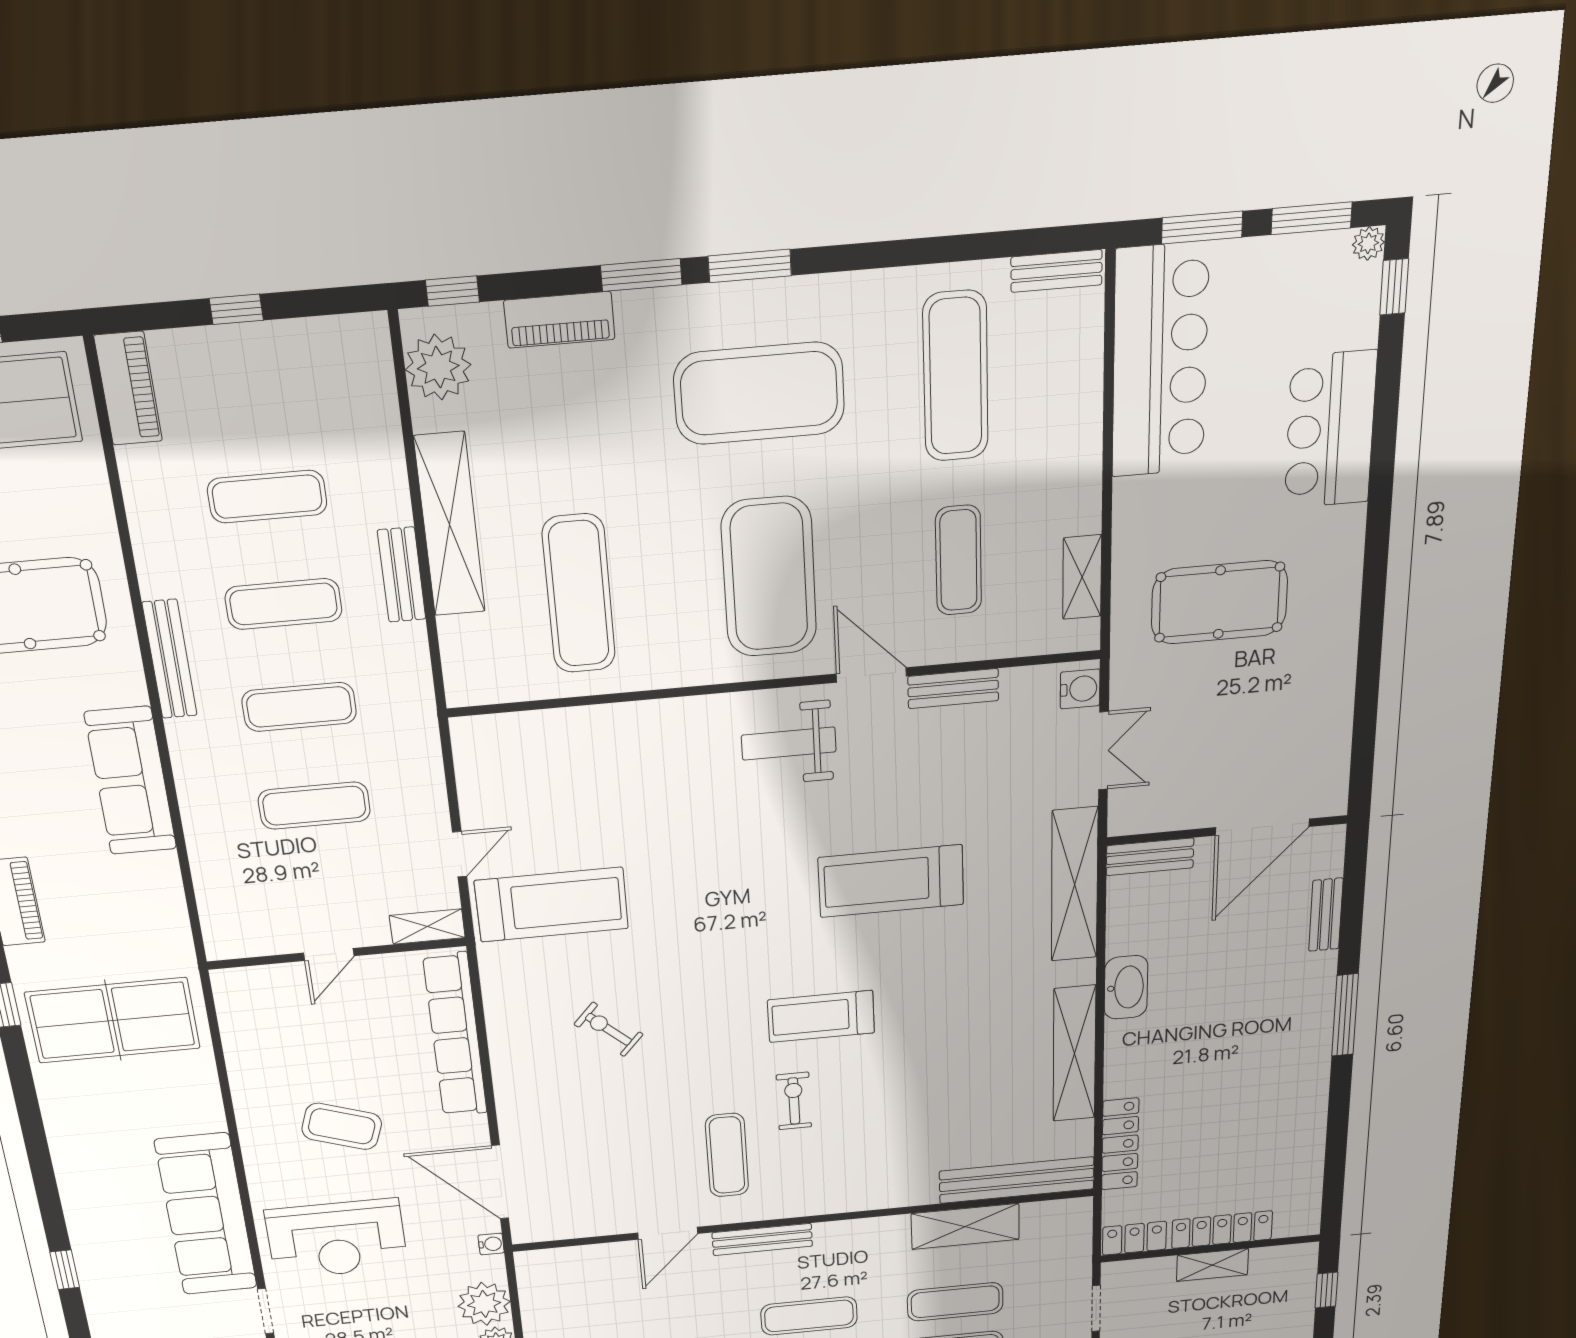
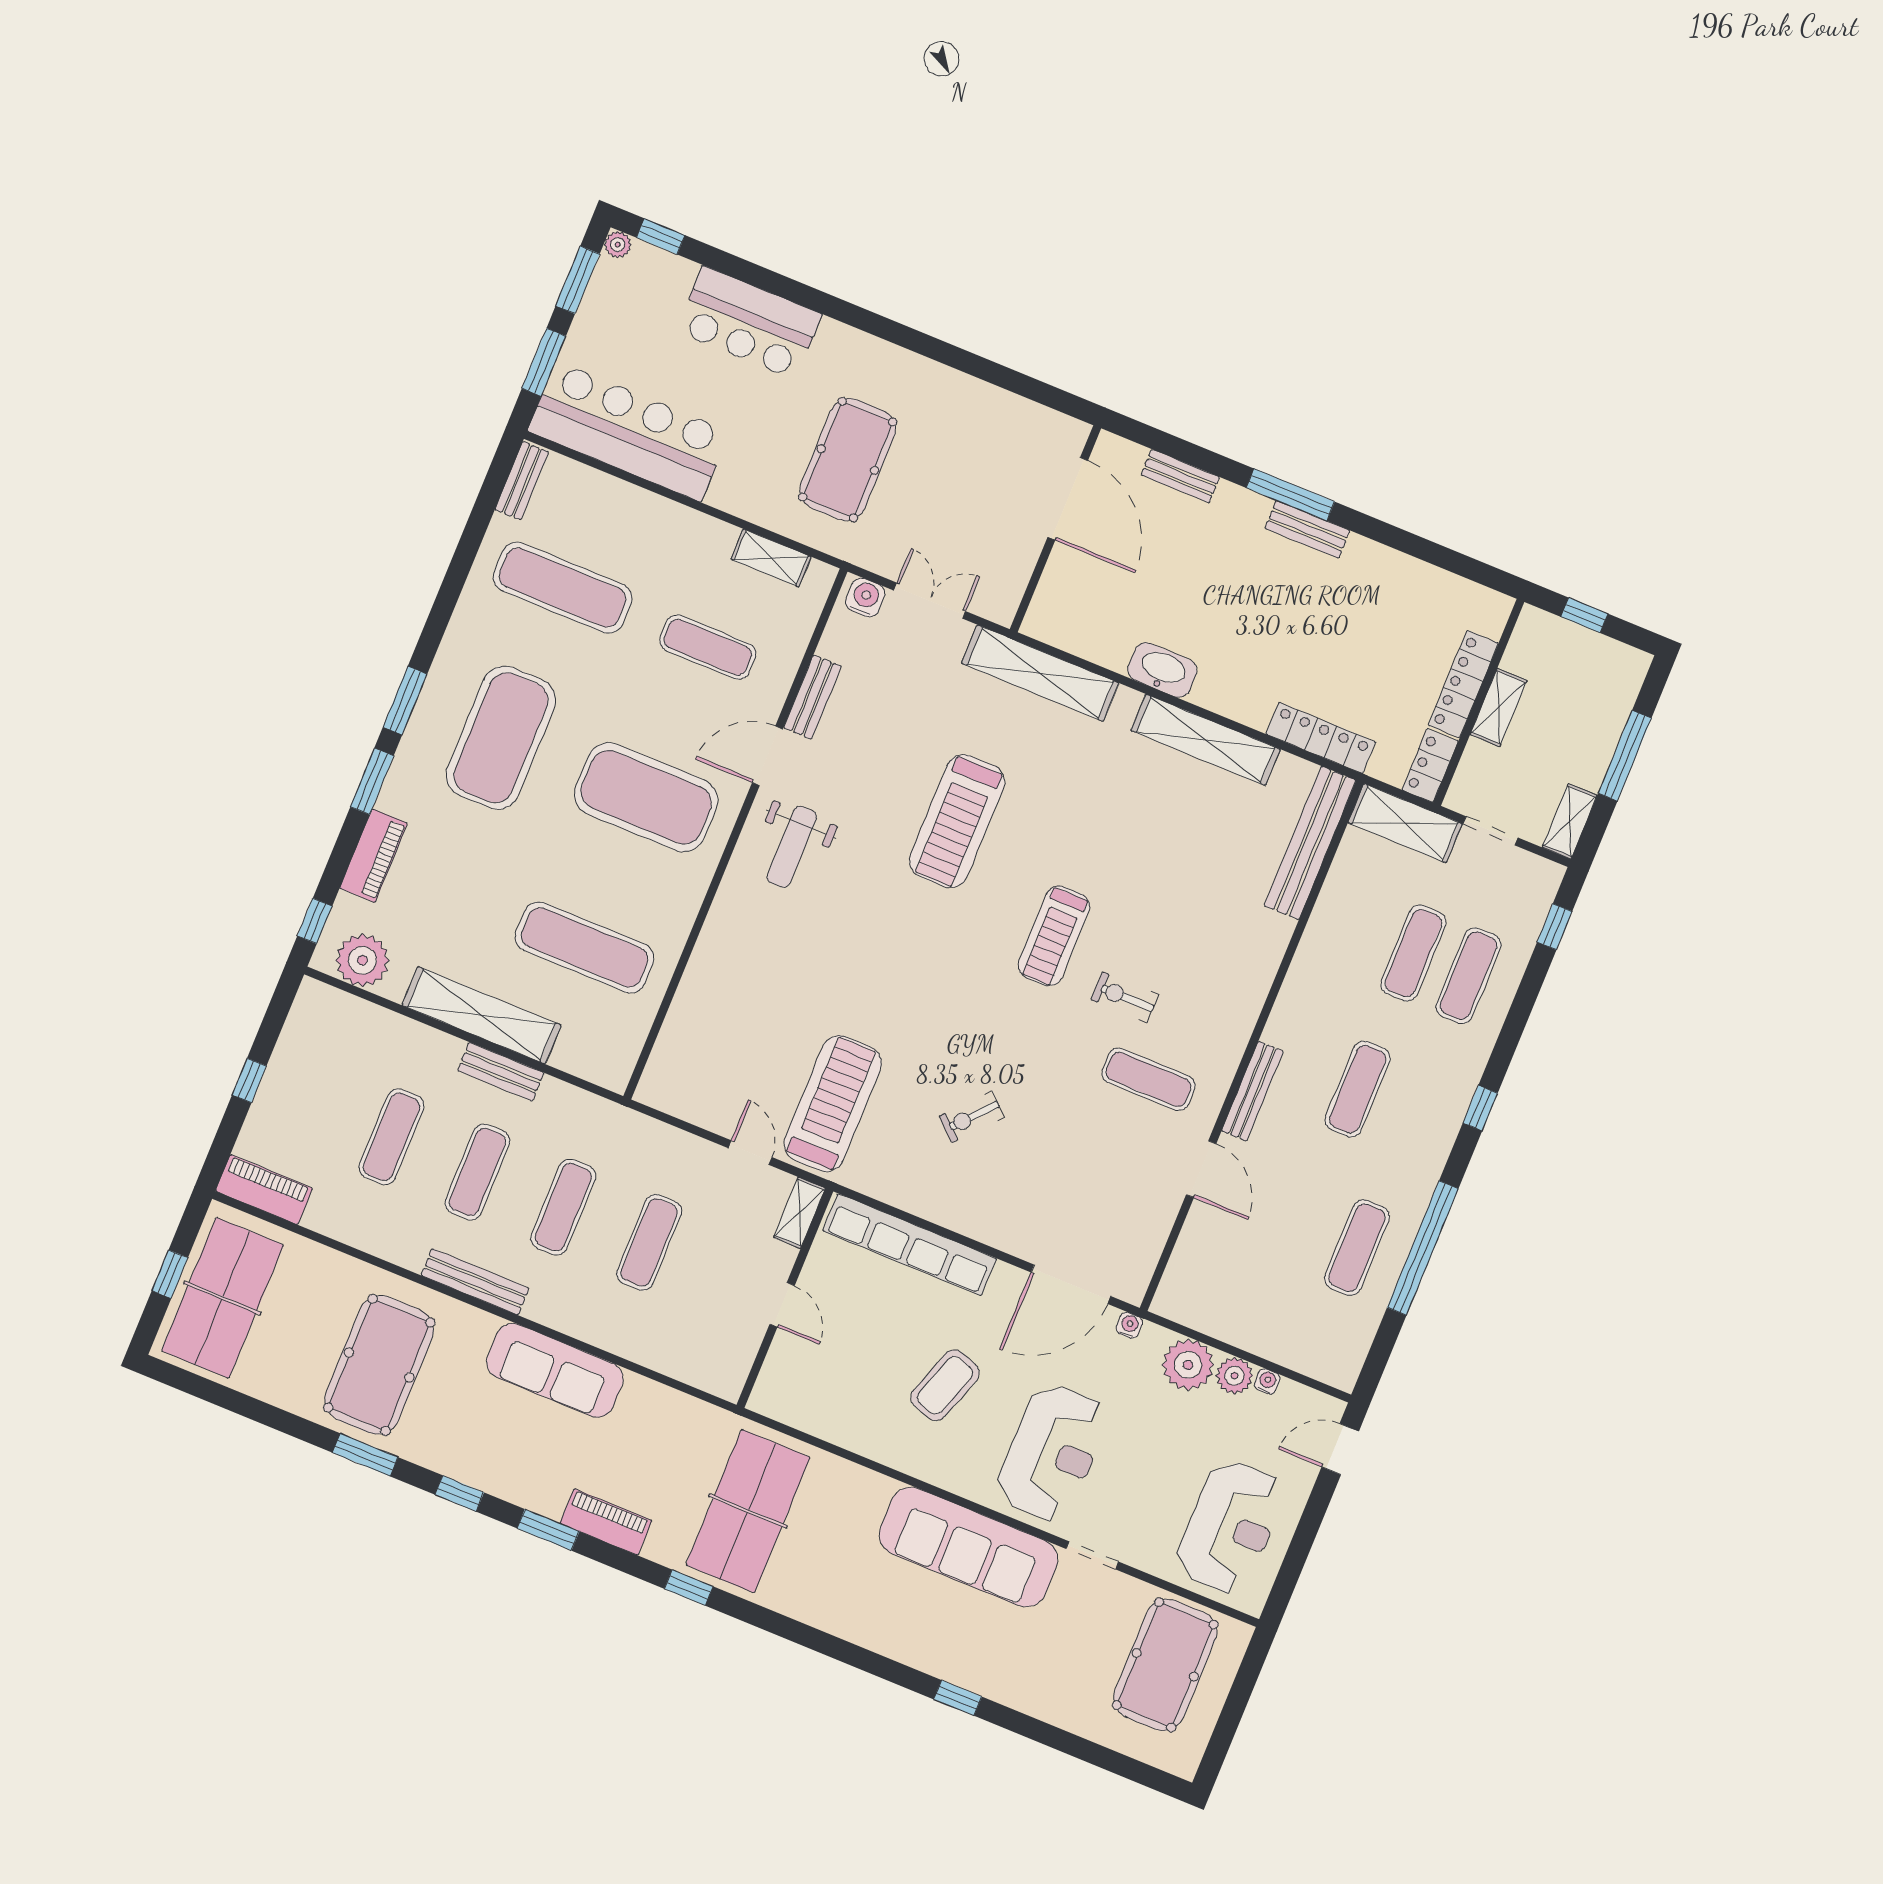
bench: (1150, 857) -> (1307, 529), moved, turned 90
shelving: (965, 1226) -> (1405, 823), moved, turned 90

